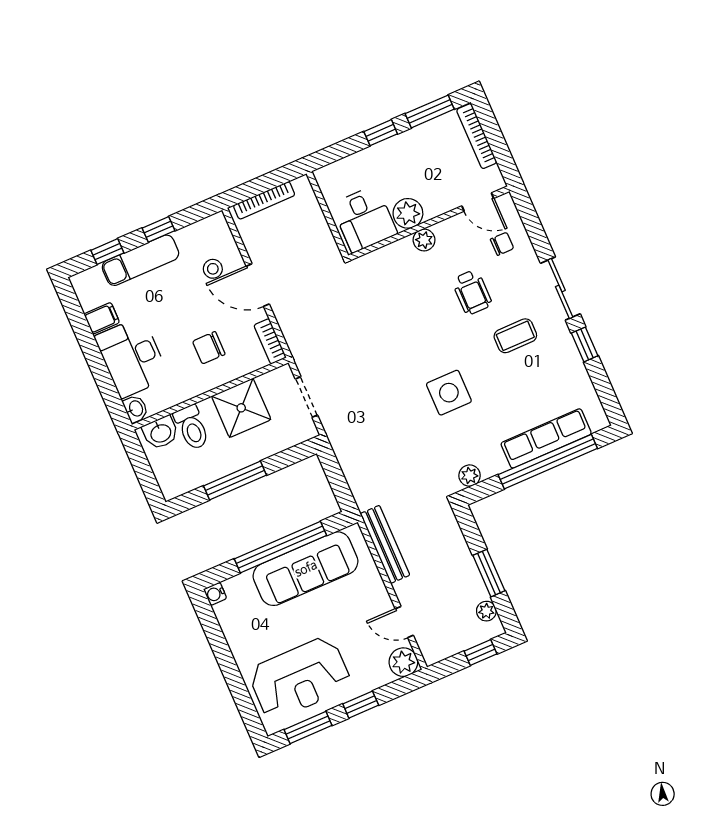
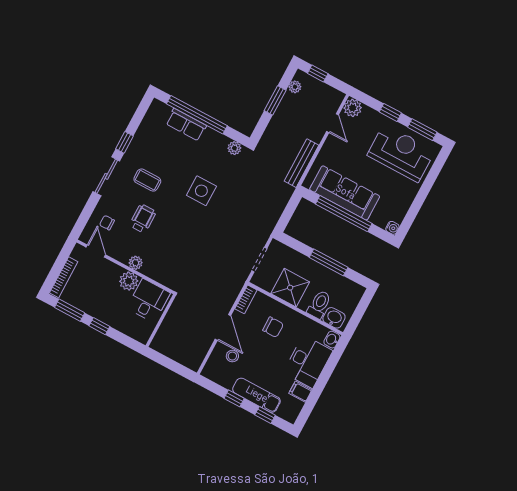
bookcase: (264, 200) -> (178, 357), removed
row of seats: (546, 438) -> (186, 125), width x0.68

